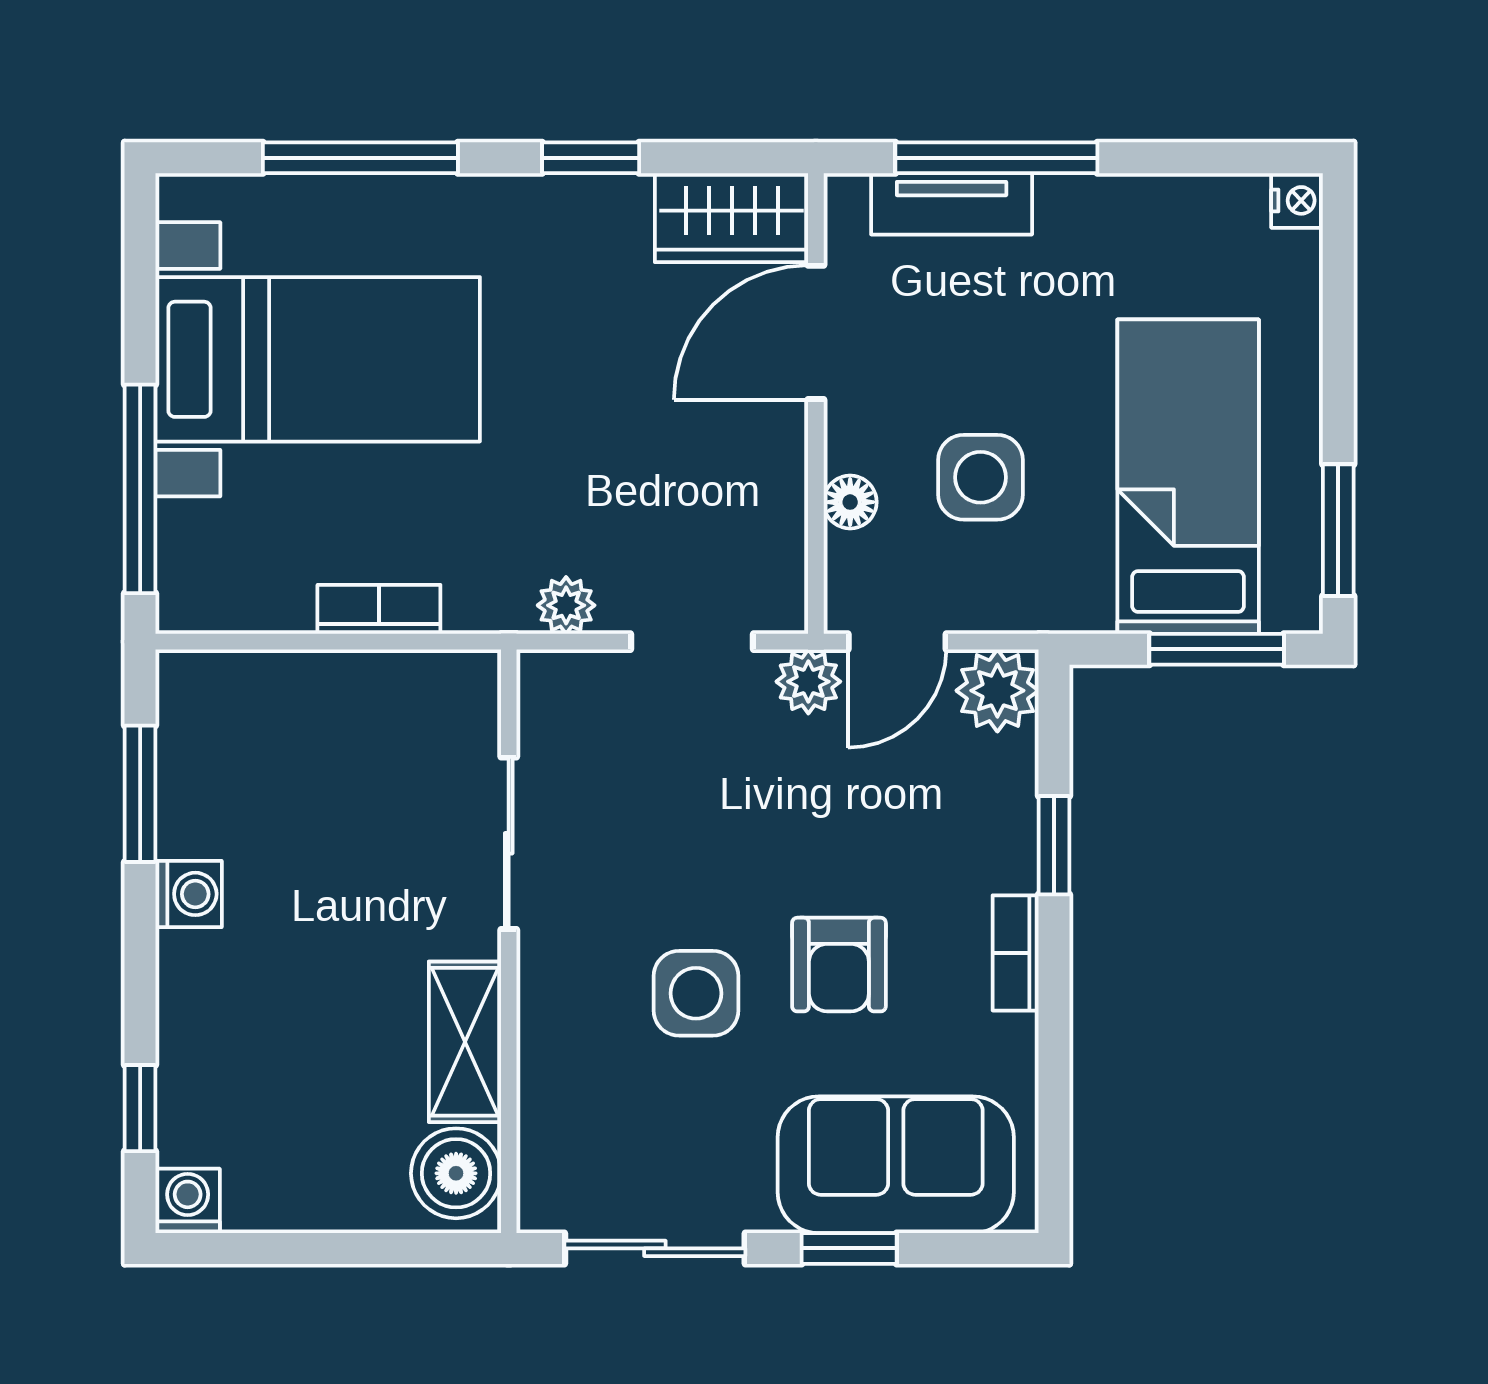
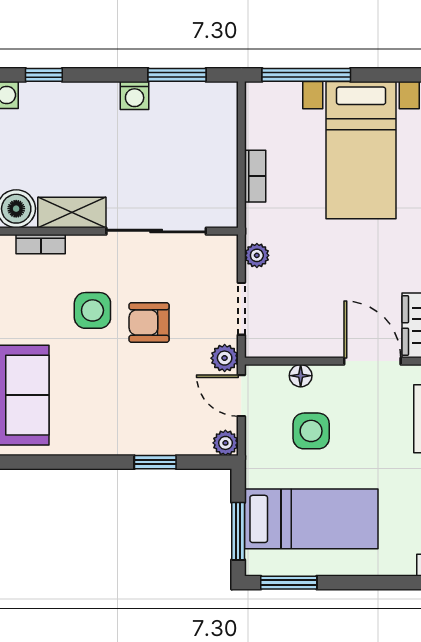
plant: (997, 691) -> (225, 443), width x0.73, depth x0.73
sliding door: (509, 843) -> (156, 231), width x1.37
bookcase: (1016, 953) -> (41, 244), moved, turned 180
armchair: (839, 965) -> (149, 323), moved

